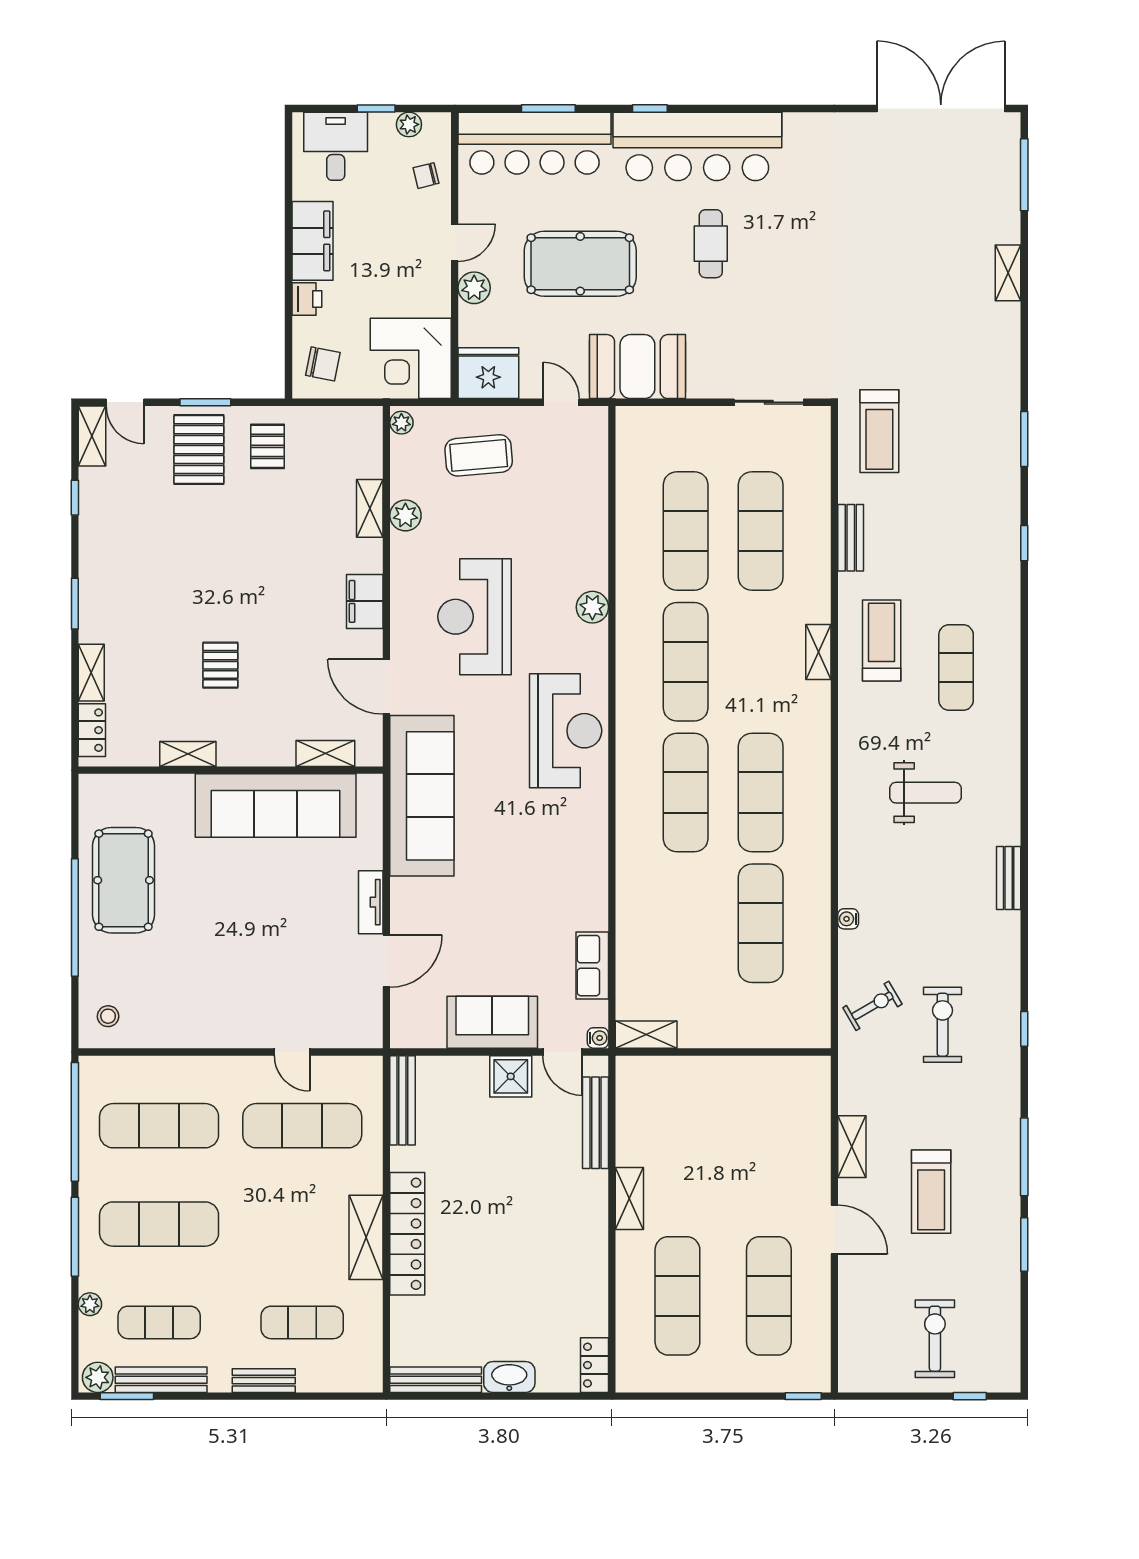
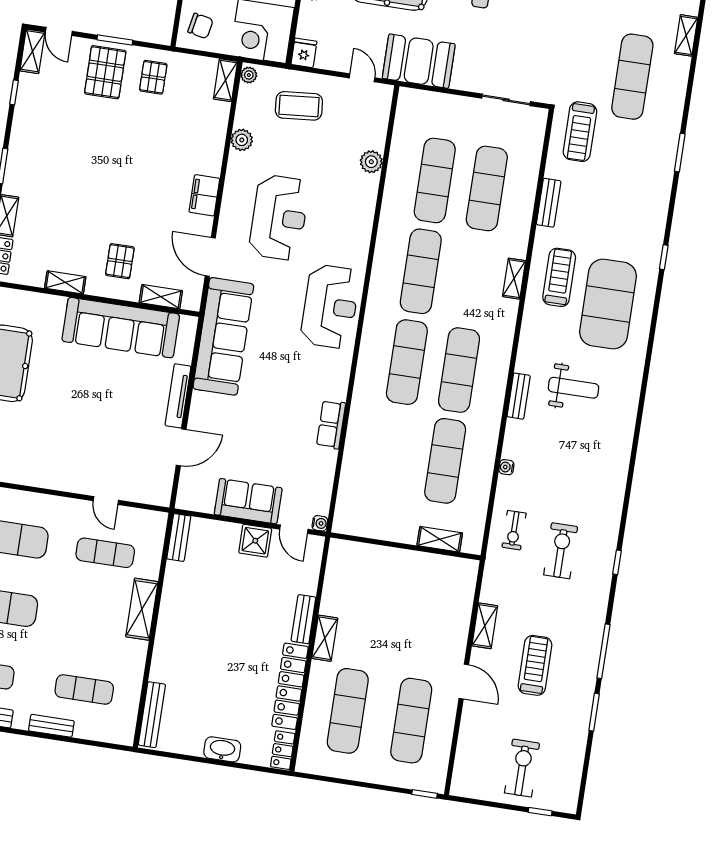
exercise mat: (941, 342) -> (632, 77), added
fridge: (488, 373) -> (304, 53), width x0.53, depth x0.75
shelving: (370, 508) -> (226, 80), moved
window: (1024, 543) -> (664, 257), moved
plant: (592, 607) -> (371, 162), moved
reception desk: (475, 617) -> (279, 218), turned 180
pallet: (220, 665) -> (120, 261), moved
exercise mat: (956, 667) -> (608, 304), width x2.00, depth x1.45
bench: (1009, 878) -> (519, 396), moved
tv unit: (371, 902) -> (178, 396), width x1.41
row of seats: (592, 966) -> (331, 424), moved
exercise bike: (872, 1006) -> (514, 530), turned 120
shelving: (646, 1035) -> (440, 539), moved
bench: (402, 1100) -> (179, 538), width x0.73
bench: (595, 1123) -> (303, 619), moved, width x0.73
exercise mat: (302, 1126) -> (105, 553), width x0.73, depth x0.69
treadmill: (931, 1192) -> (535, 665), turned 180
locker: (407, 1234) -> (290, 686), moved, turned 180
shelving: (366, 1237) -> (142, 609), moved
bench: (436, 1380) -> (152, 715), moved, turned 90

